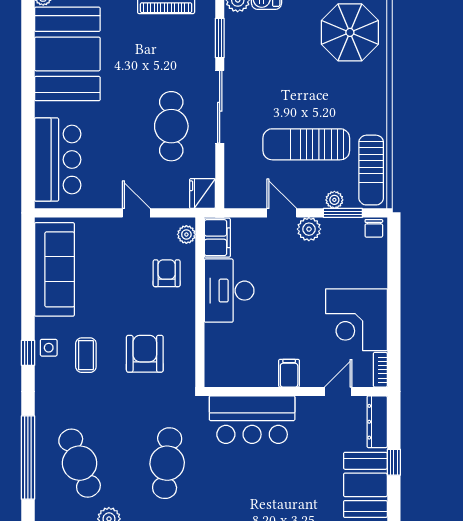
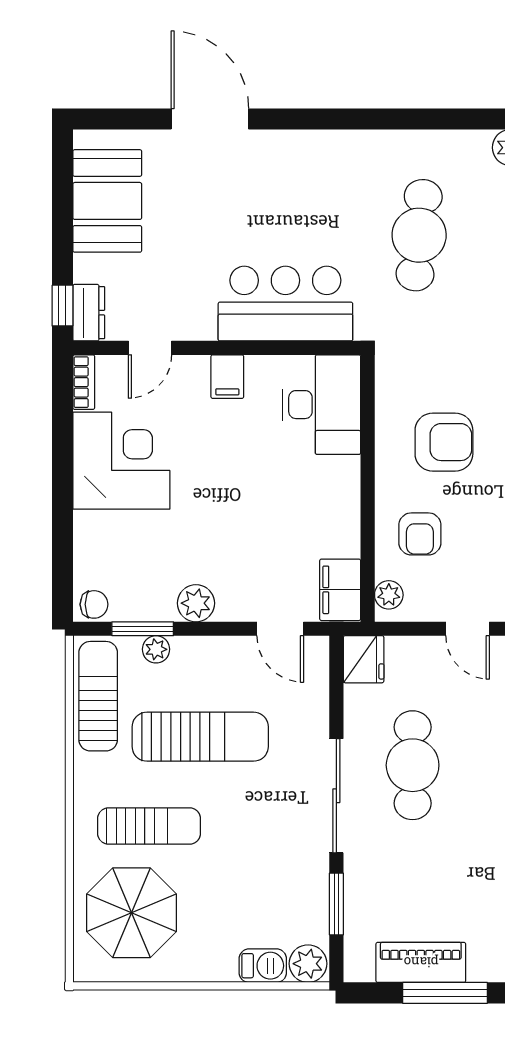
sun lounger: (339, 88) -> (149, 826), added
door: (282, 213) -> (280, 629), moved
chair: (374, 228) -> (94, 604), turned 90
desk: (229, 291) -> (322, 405), moved
armchair: (145, 354) -> (444, 442), moved, turned -90
dresser: (377, 422) -> (89, 313), width x0.70
window: (394, 462) -> (62, 306), moved

